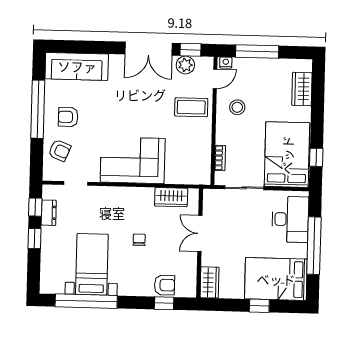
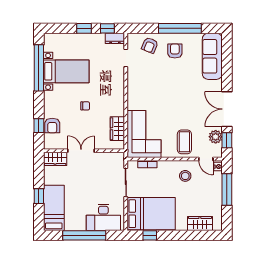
corner sofa: (133, 160) -> (144, 134), moved
dresser: (49, 213) -> (115, 38), moved
double door: (200, 233) -> (81, 151), moved
bed: (276, 279) -> (54, 208), width x0.67

